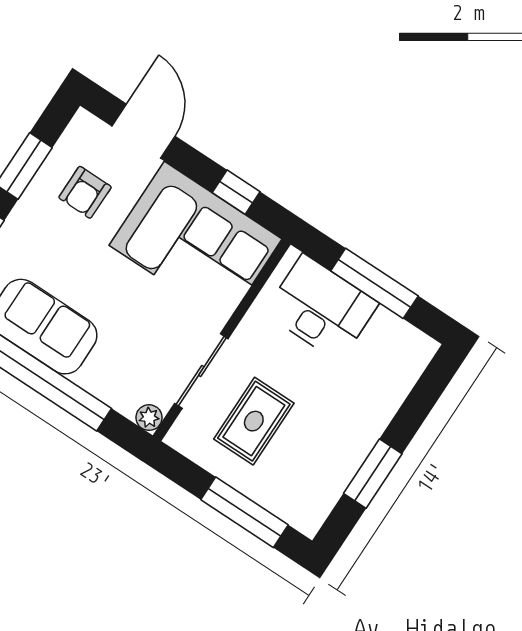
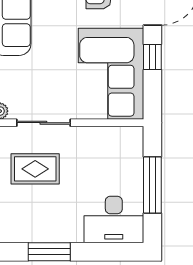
window: (236, 192) -> (152, 57), moved
desk: (321, 308) -> (114, 219), moved, turned 90

